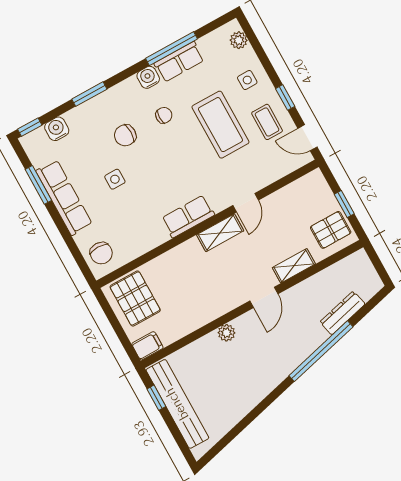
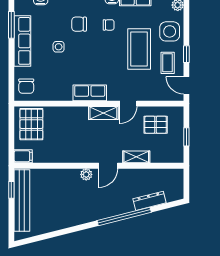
side table: (247, 80) -> (170, 31), width x1.87, depth x1.87
pallet: (331, 230) -> (156, 125), moved
plant: (226, 333) -> (86, 174), moved

